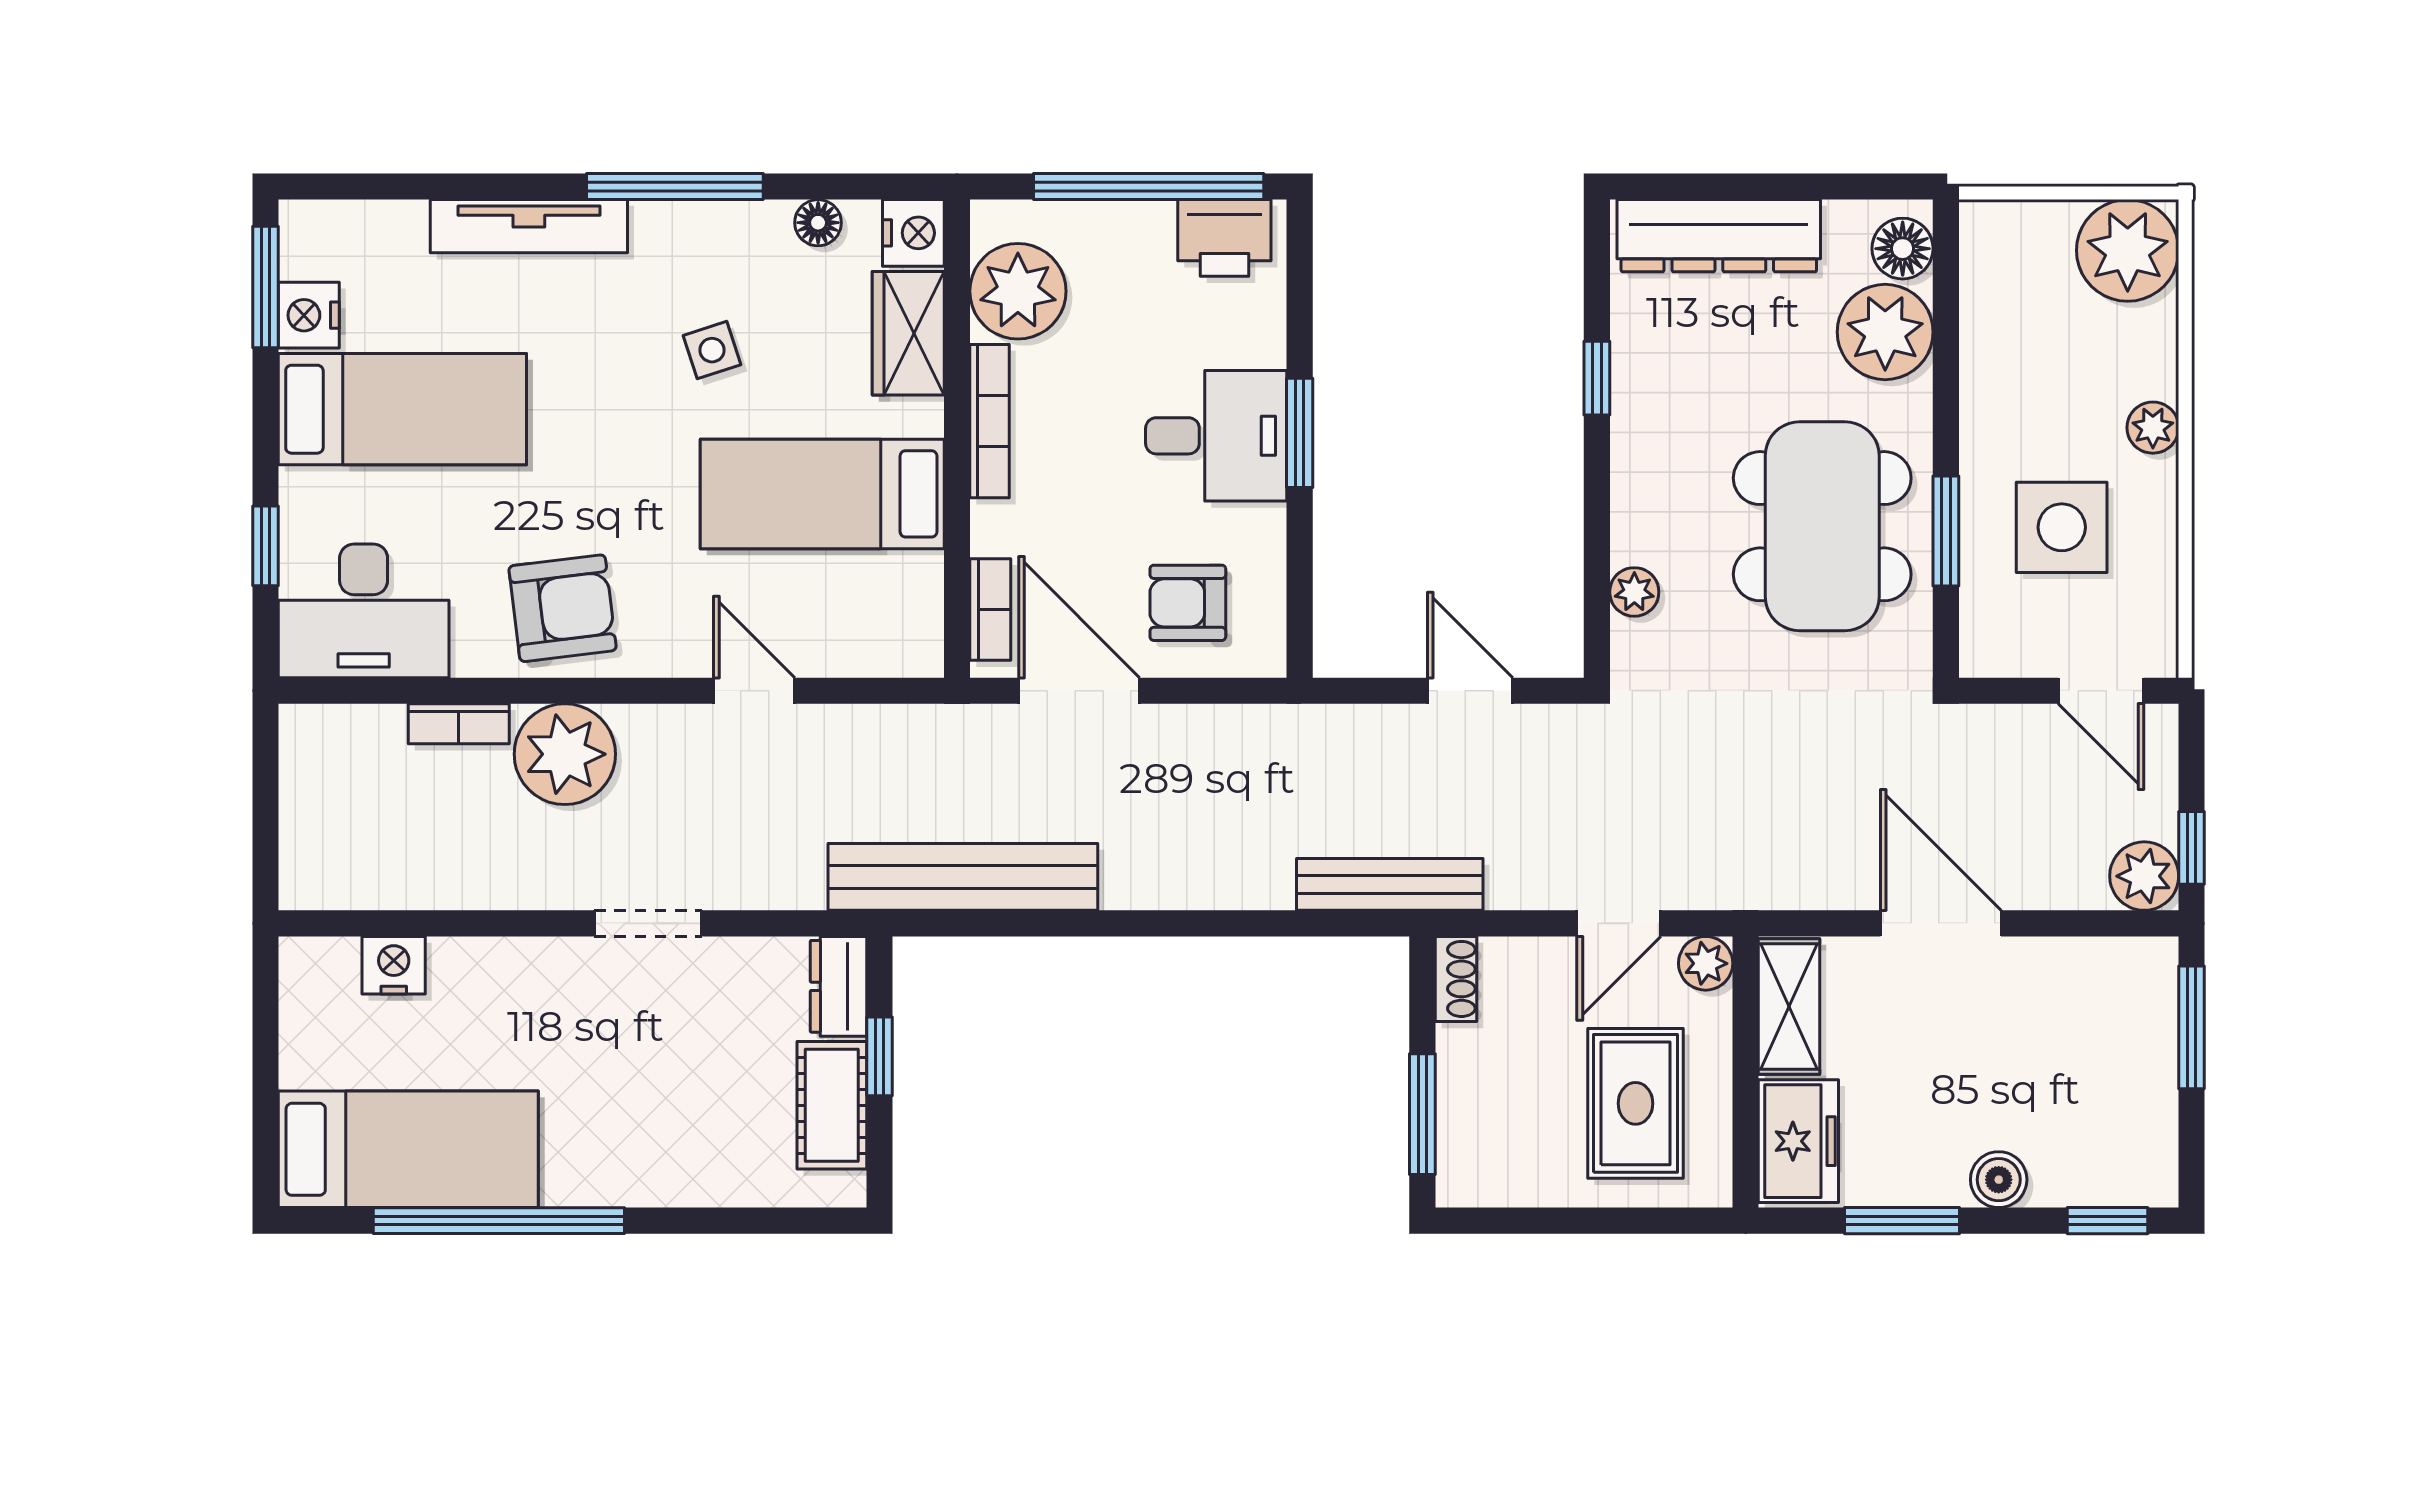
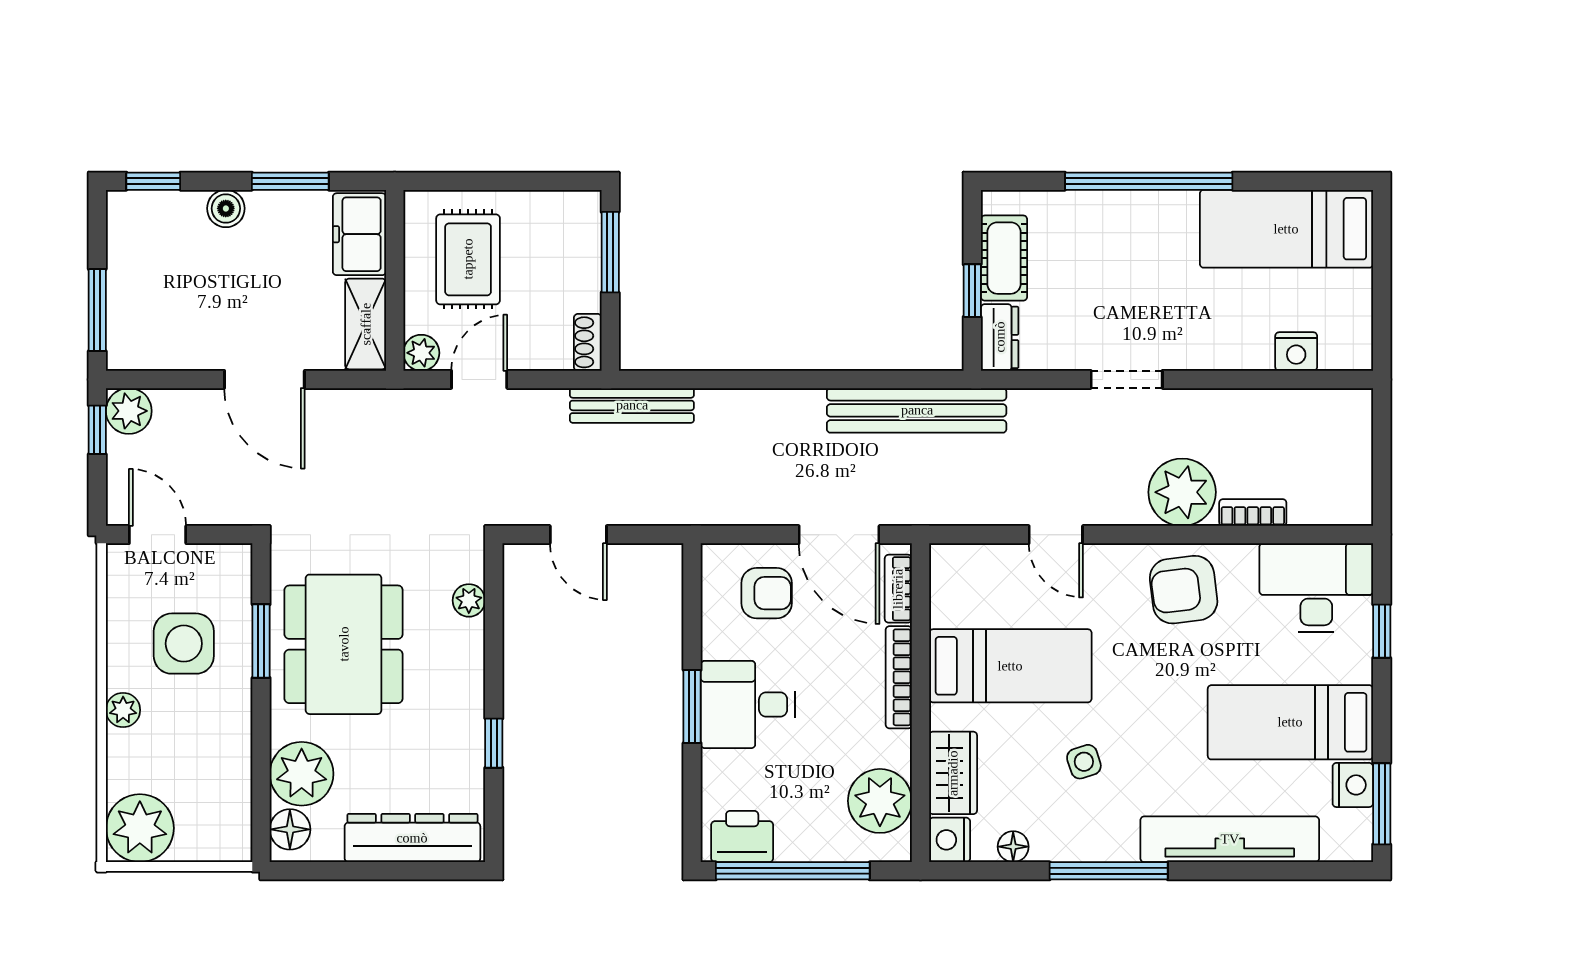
tv unit: (529, 226) -> (1230, 839), width x1.36, depth x1.29
bookcase: (990, 421) -> (899, 677), moved
window: (499, 1221) -> (1149, 181), moved

